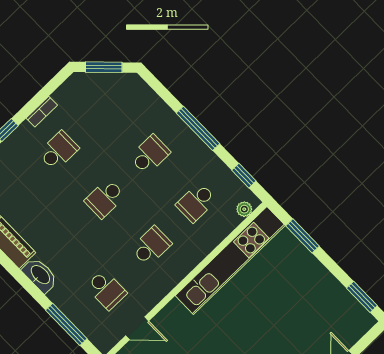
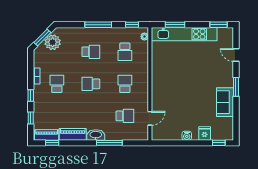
plant: (111, 88) -> (53, 42), added
school desk: (150, 155) -> (91, 52), turned 90
school desk: (105, 198) -> (91, 84), turned 90
kitchen unit: (230, 261) -> (184, 34), moved, turned 90
window: (66, 324) -> (109, 143), moved

